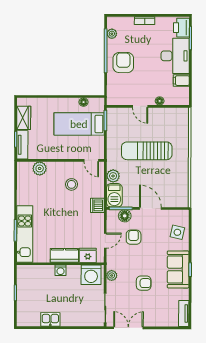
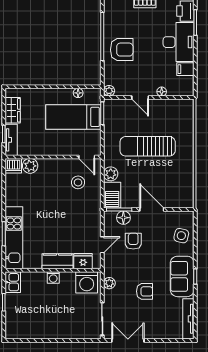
plant: (112, 34) -> (109, 91), moved
armchair: (123, 63) -> (122, 50), turned 90
stool: (72, 184) -> (78, 182), moved
dishwasher: (97, 205) -> (14, 166), moved, turned -90
tv unit: (184, 314) -> (188, 319), width x1.41
kitchen sink: (50, 319) -> (13, 282), moved, turned 90

